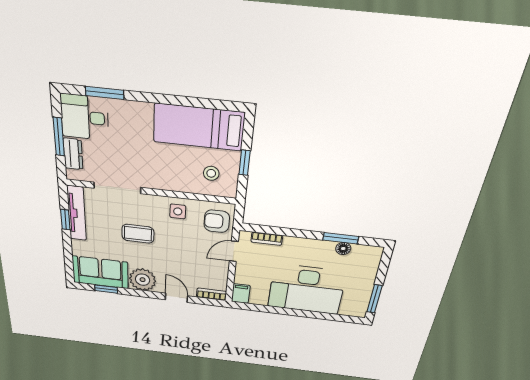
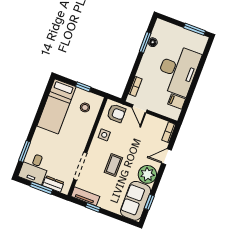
tv unit: (77, 213) -> (85, 196), width x0.71
armchair: (217, 221) -> (116, 113), turned -90
filing cabinet: (241, 294) -> (177, 101), moved

